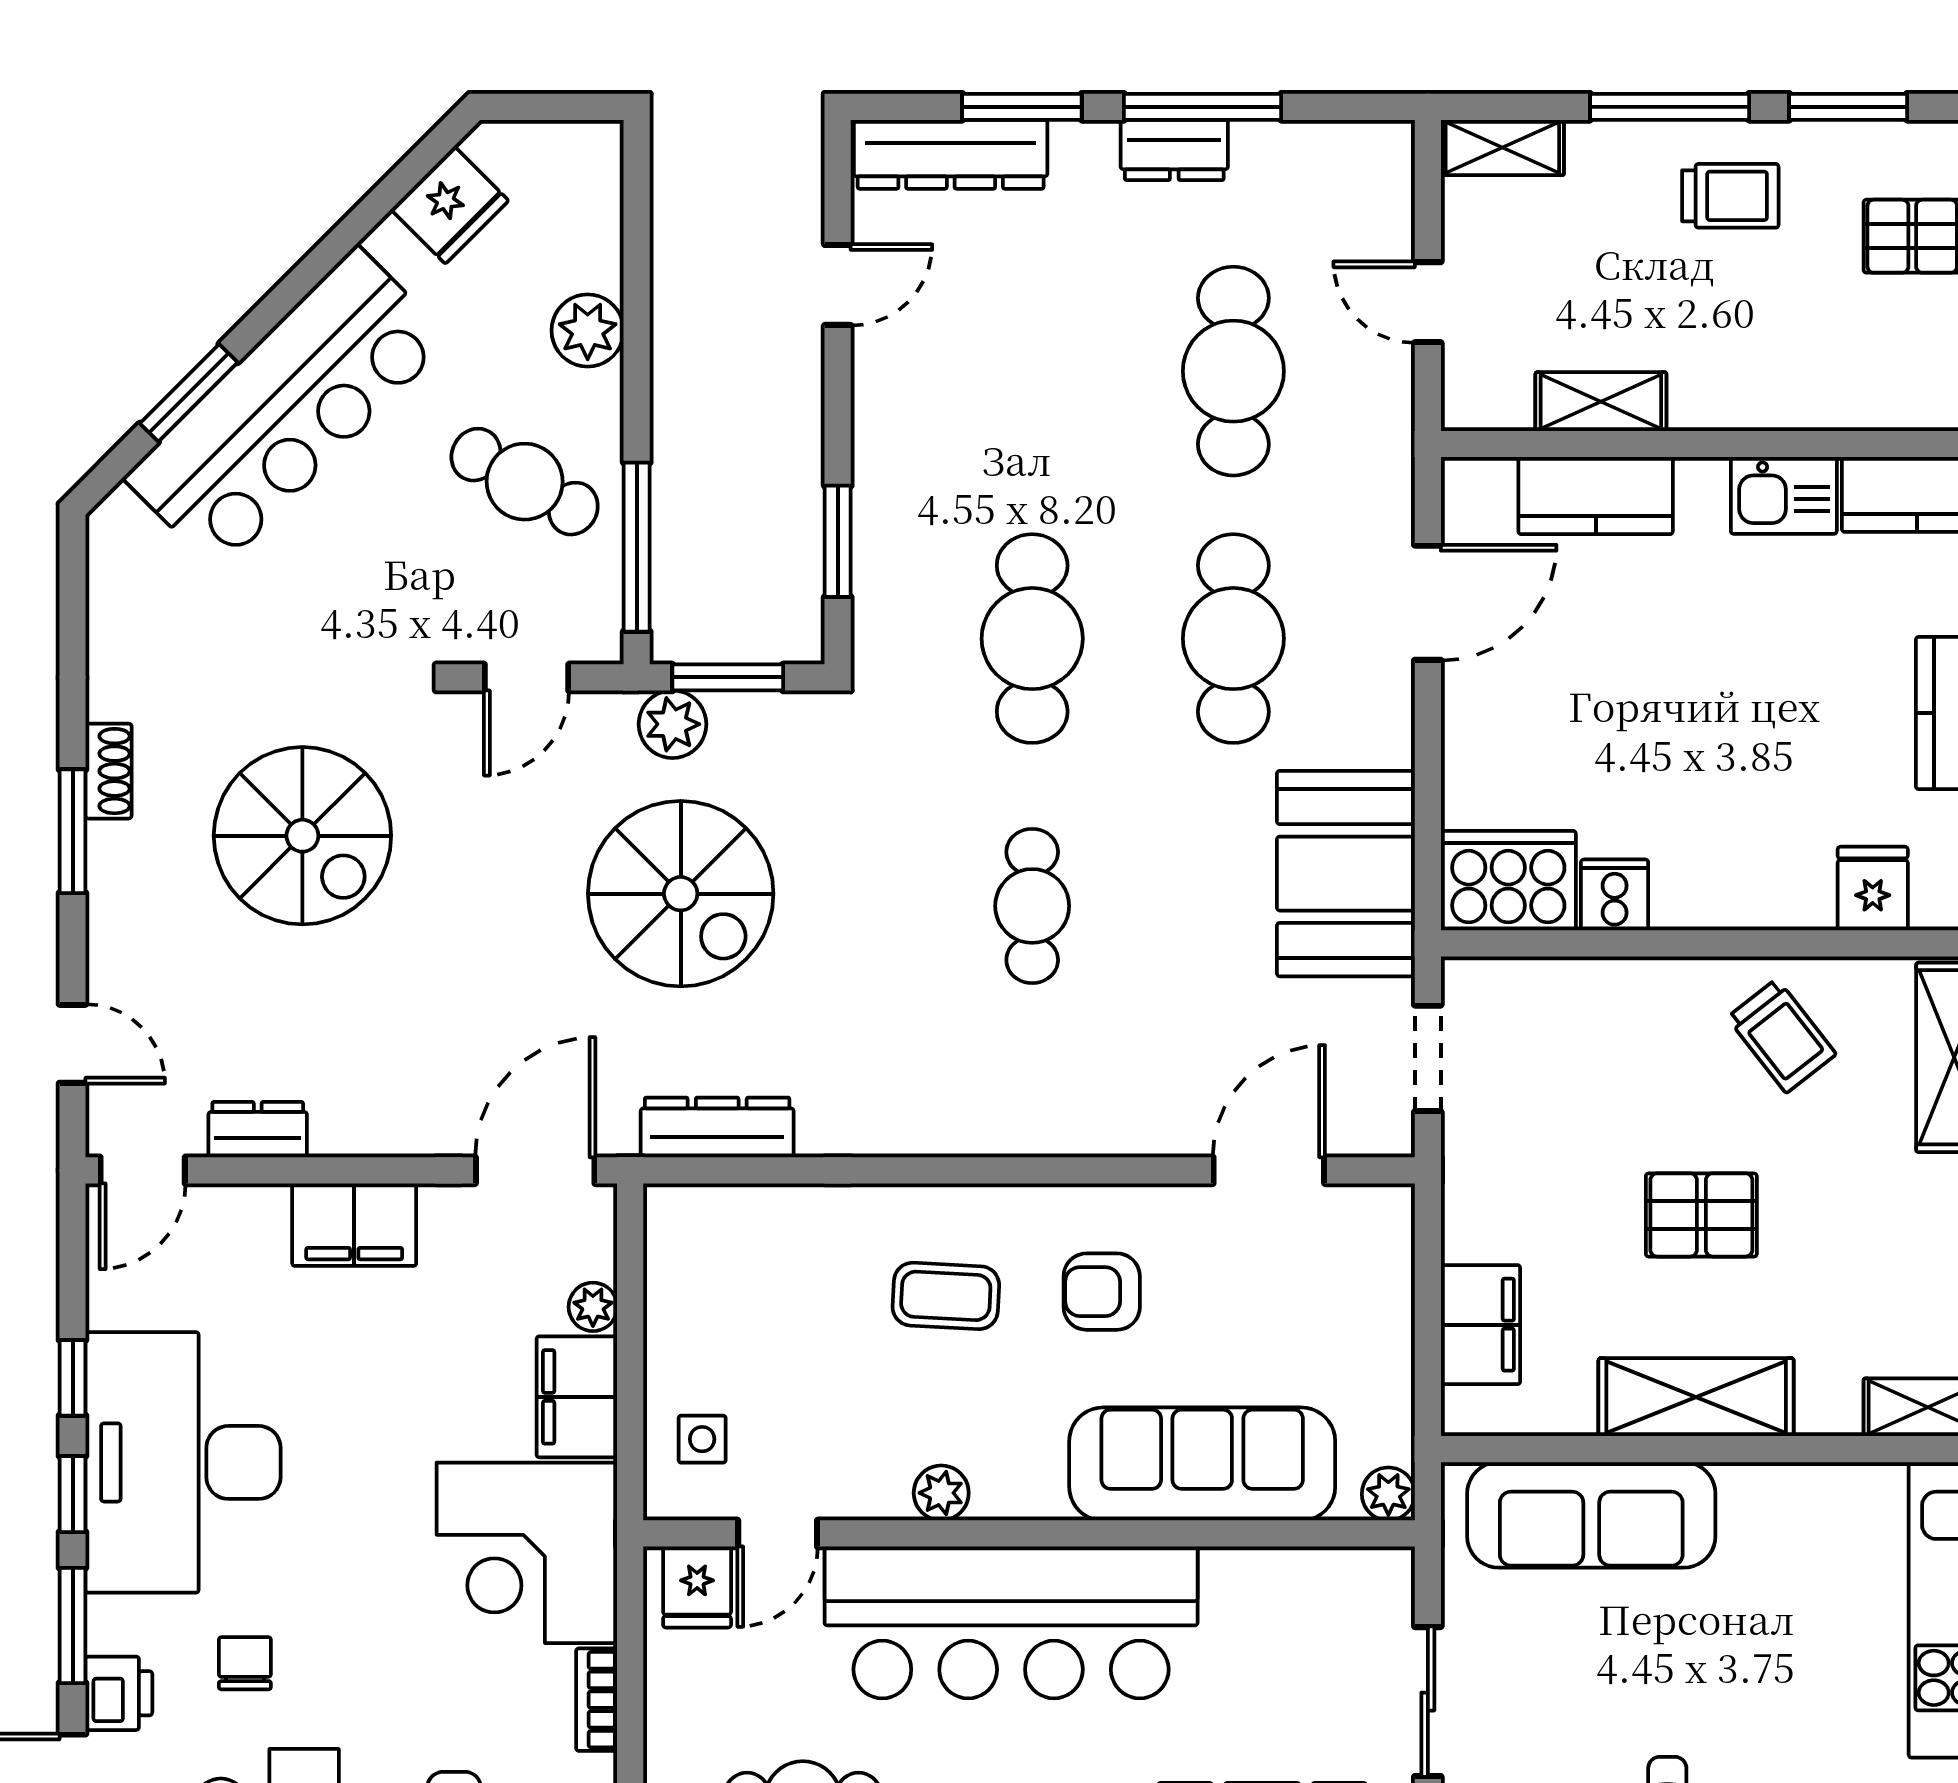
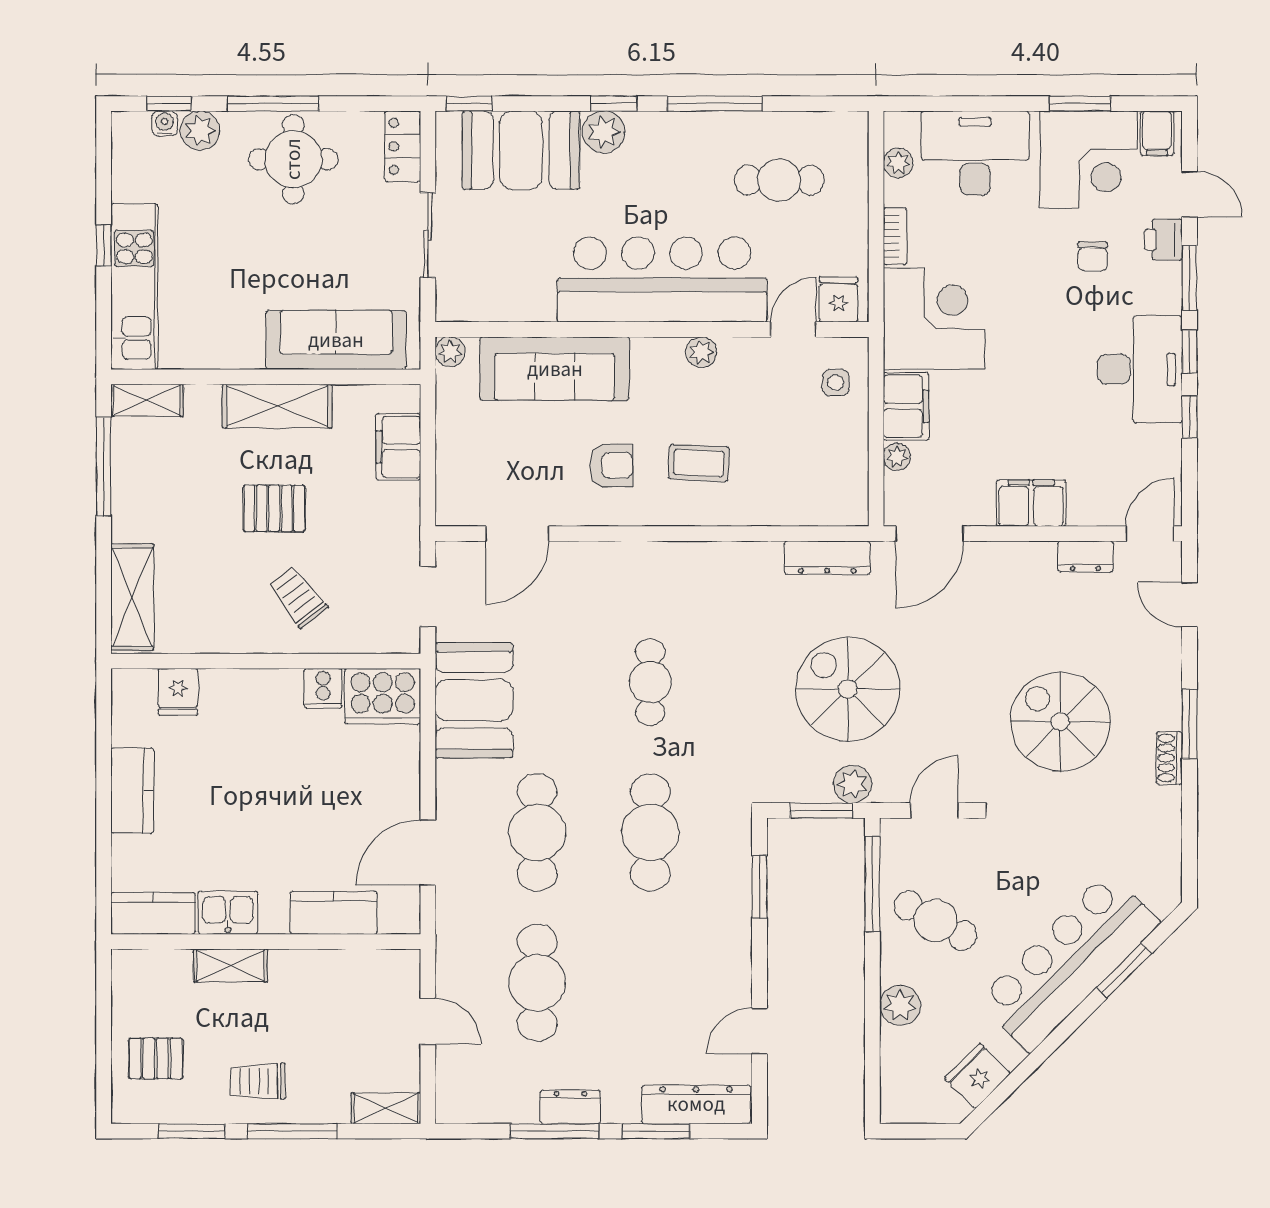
shelving: (1601, 402) -> (231, 966), moved
trolley: (1782, 1036) -> (298, 597), moved
desk: (183, 1462) -> (1140, 369), width x0.73, depth x0.77

